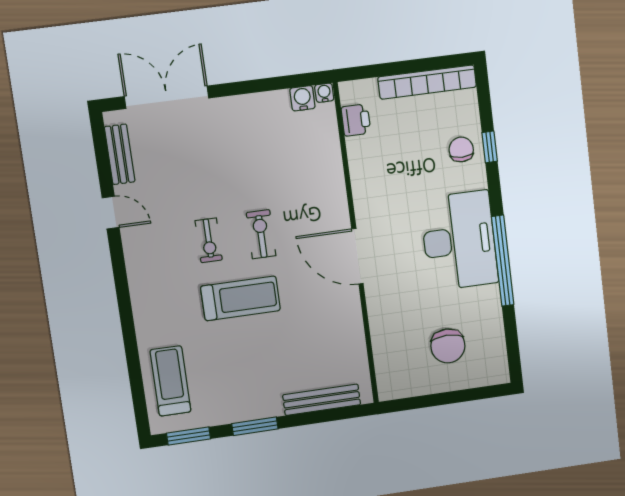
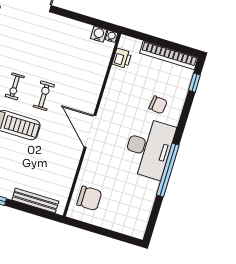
window: (490, 147) -> (194, 83), moved
chair: (461, 149) -> (158, 105), moved, turned 97
chair: (448, 346) -> (89, 198), moved, turned -90

